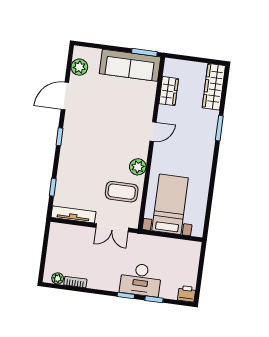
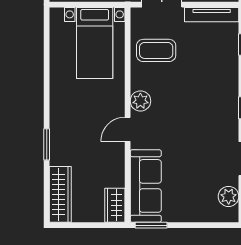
sofa: (130, 65) -> (146, 186), moved, turned 90
wardrobe: (169, 91) -> (115, 205), moved
plant: (138, 167) -> (140, 101), moved

